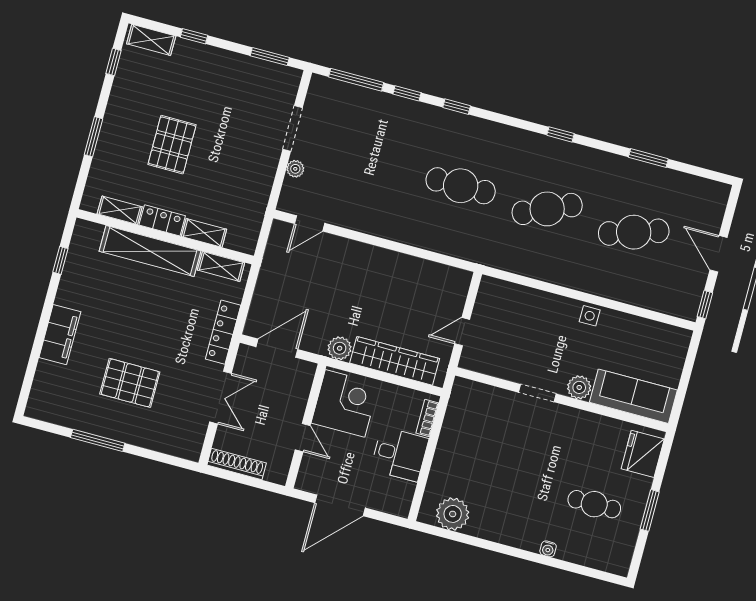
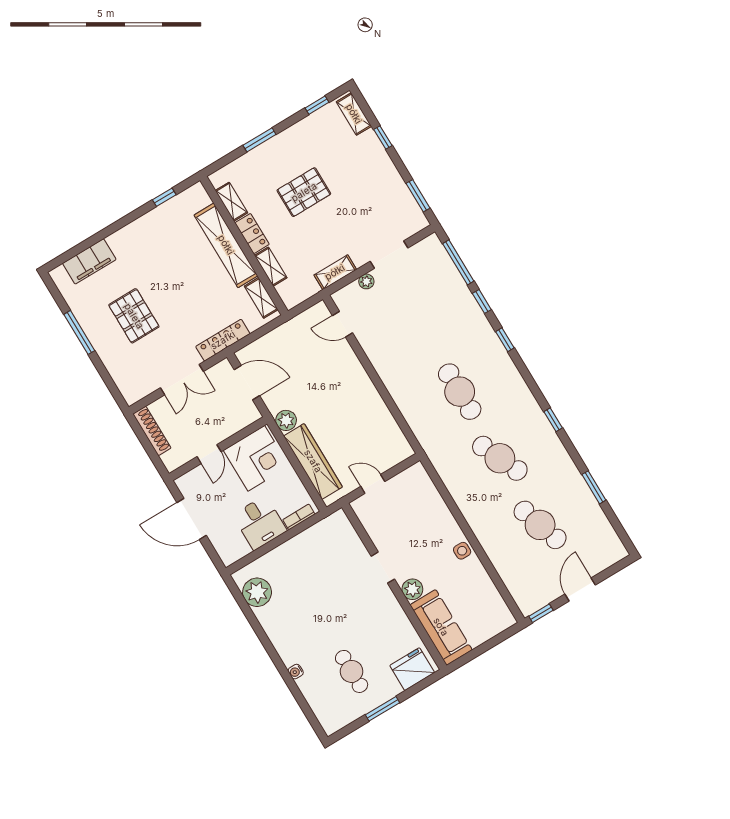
shelving: (262, 186) -> (335, 272), added
filing cabinet: (60, 335) -> (89, 261), moved

